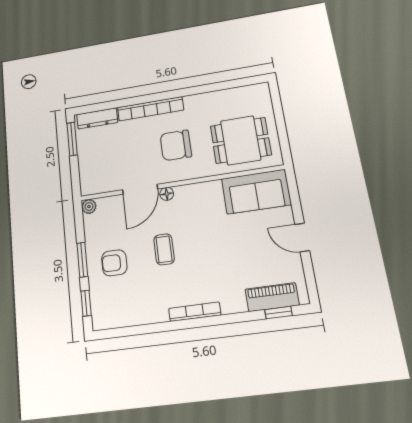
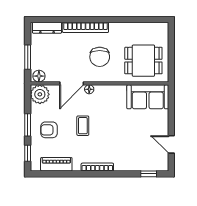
window: (72, 139) -> (28, 57), moved
chair: (176, 145) -> (100, 57), turned -90
floor lamp: (92, 186) -> (39, 76), added
plant: (89, 206) -> (40, 94), width x1.88, depth x1.88
door: (302, 238) -> (171, 144), moved
piano: (272, 297) -> (56, 164), moved

